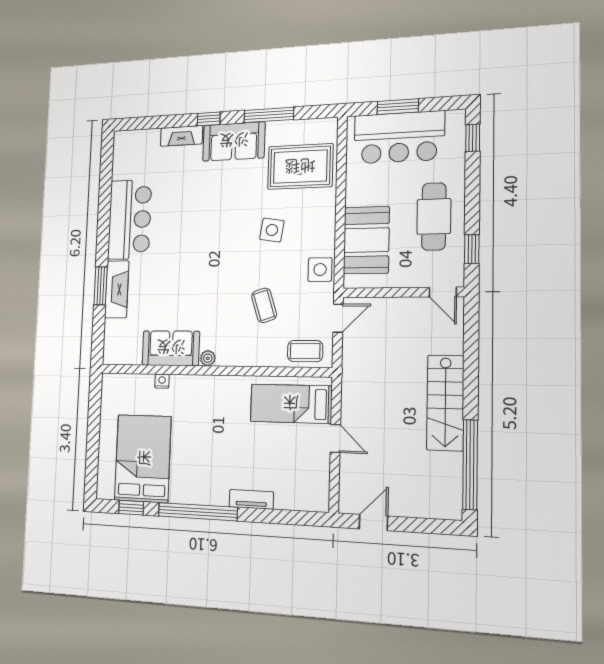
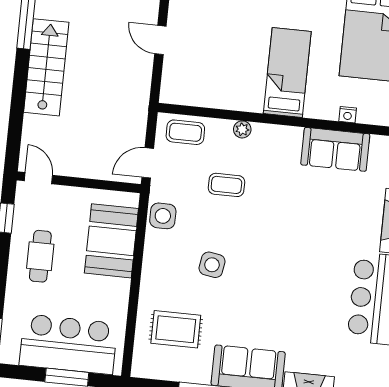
rug: (300, 167) -> (176, 329), width x0.73, depth x0.70
cafe table: (434, 216) -> (40, 256), width x0.73, depth x0.74
coffee table: (264, 305) -> (226, 185), turned -72
plant: (208, 358) -> (242, 129), moved
bed: (291, 404) -> (287, 72), moved, turned -90

